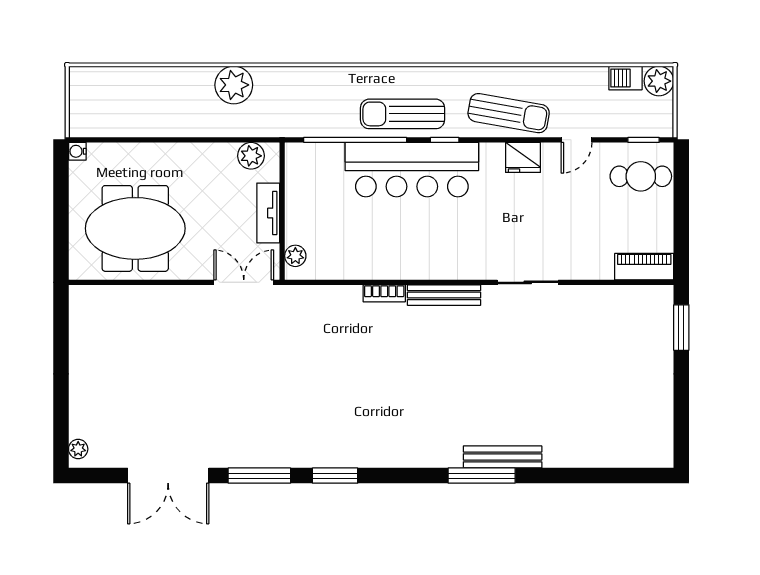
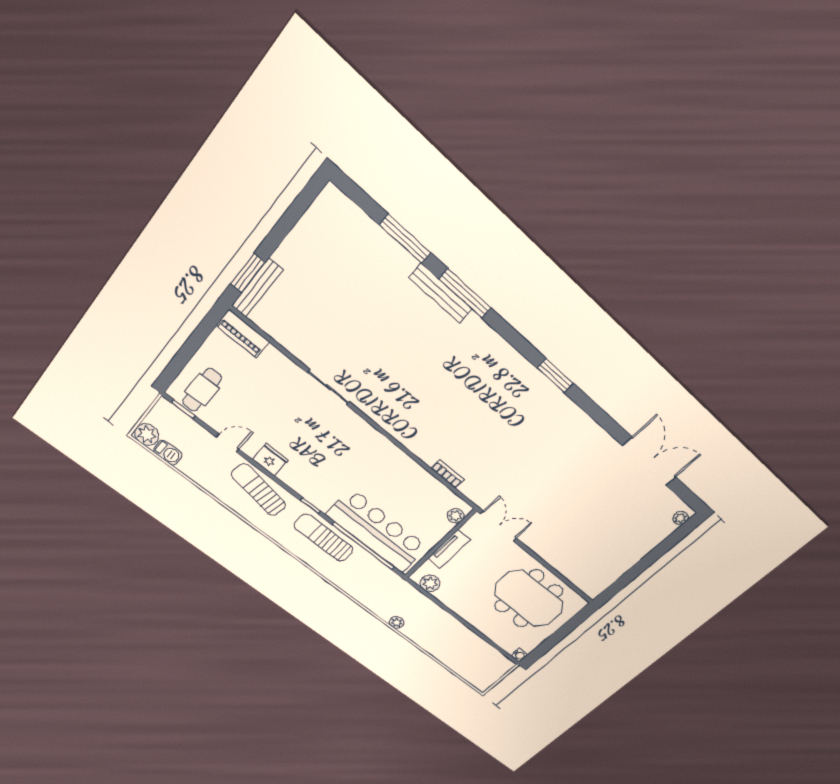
plant: (234, 85) -> (397, 622), width x0.53, depth x0.53
sun lounger: (403, 114) -> (324, 538), turned 180
bar counter: (412, 170) -> (377, 531), moved
cafe table: (641, 176) -> (202, 390), turned 90
double door: (244, 282) -> (498, 526), swing flipped
bookcase: (384, 293) -> (448, 474), moved
bench: (444, 295) -> (257, 288), moved, turned 90
window: (259, 476) -> (405, 239), moved

